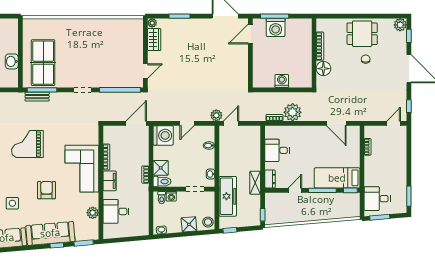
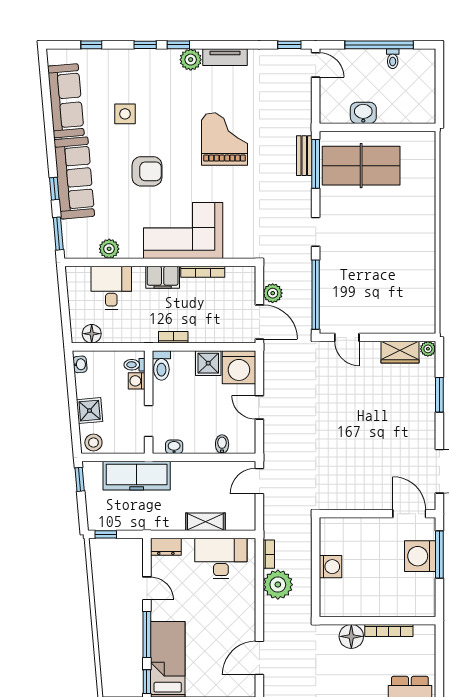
plant: (216, 115) -> (273, 293), moved
door: (231, 123) -> (259, 481), swing flipped
desk: (277, 150) -> (221, 559), width x1.37
shower: (161, 168) -> (208, 363), moved
shelving: (255, 183) -> (205, 522), moved
floor lamp: (143, 223) -> (92, 334), added

